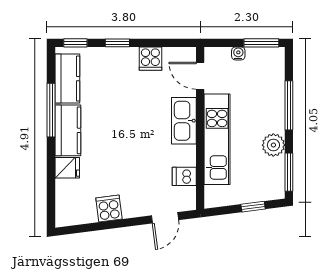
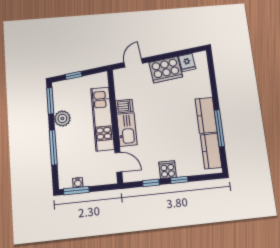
window: (75, 43) -> (151, 183), moved
water cooler: (238, 53) -> (78, 183), moved
cooker: (150, 59) -> (168, 170), moved
fridge: (67, 168) -> (187, 63), moved, turned -97
dishwasher: (184, 176) -> (124, 106), moved
cooker: (109, 209) -> (166, 70), width x1.87, depth x1.31

